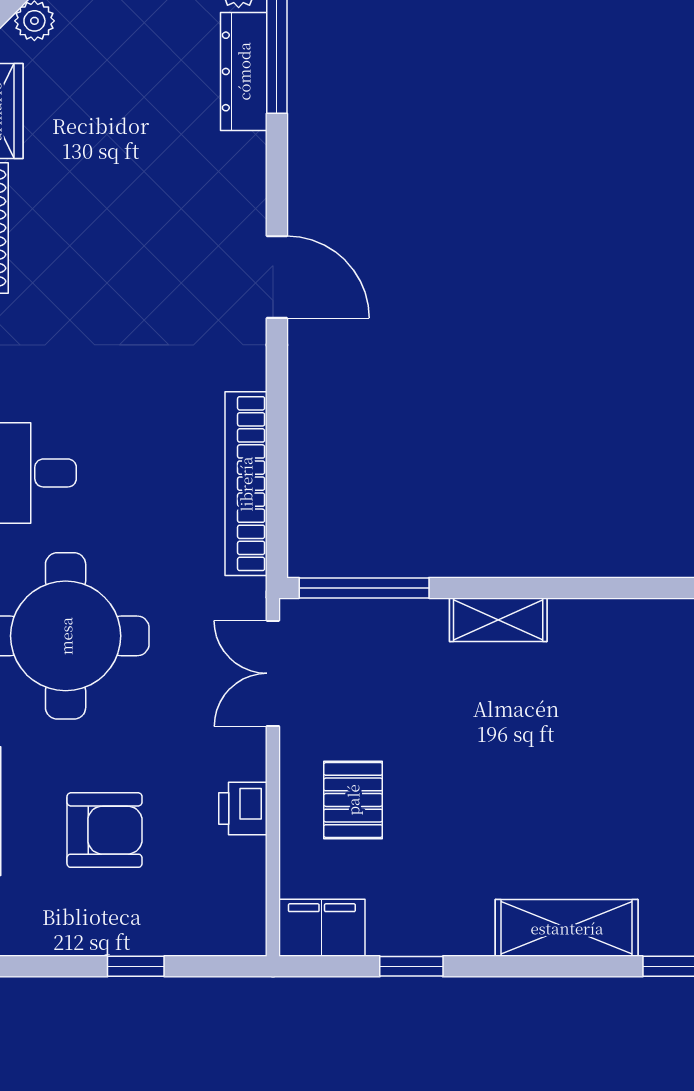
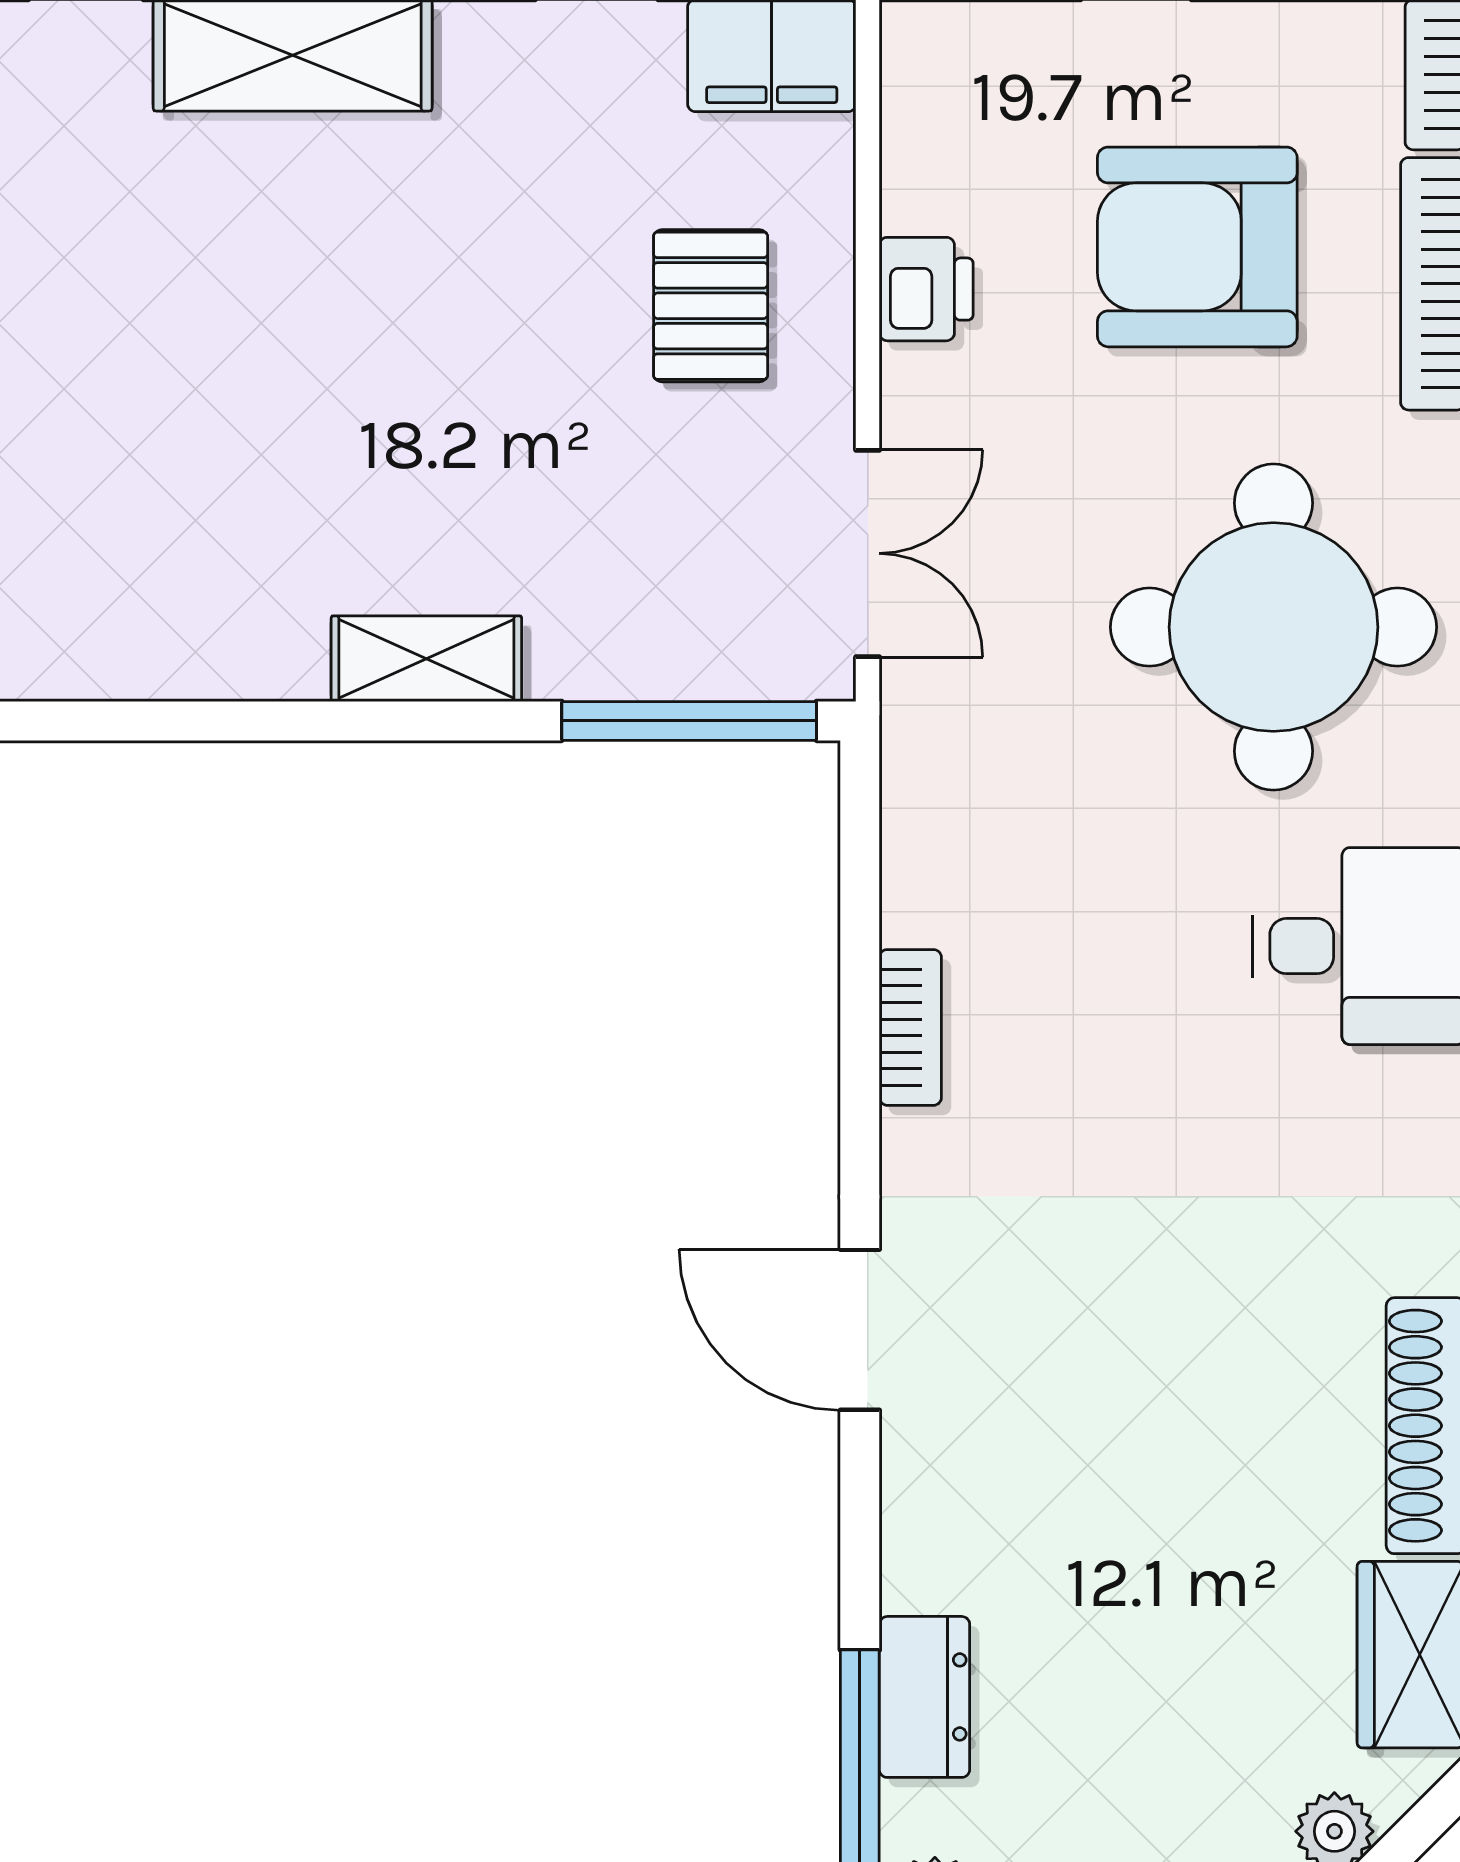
dresser: (244, 71) -> (924, 1697), width x0.70
bookcase: (246, 484) -> (910, 1027), width x0.43, depth x0.76
armchair: (104, 830) -> (1197, 247), width x1.36, depth x1.36

